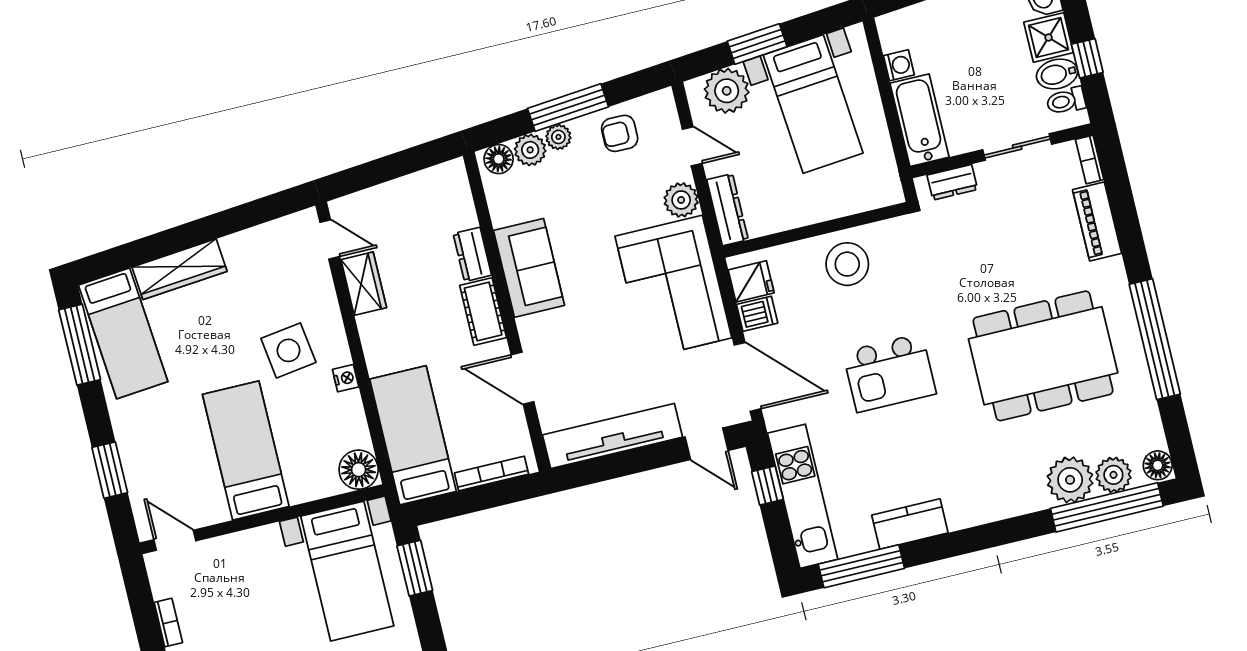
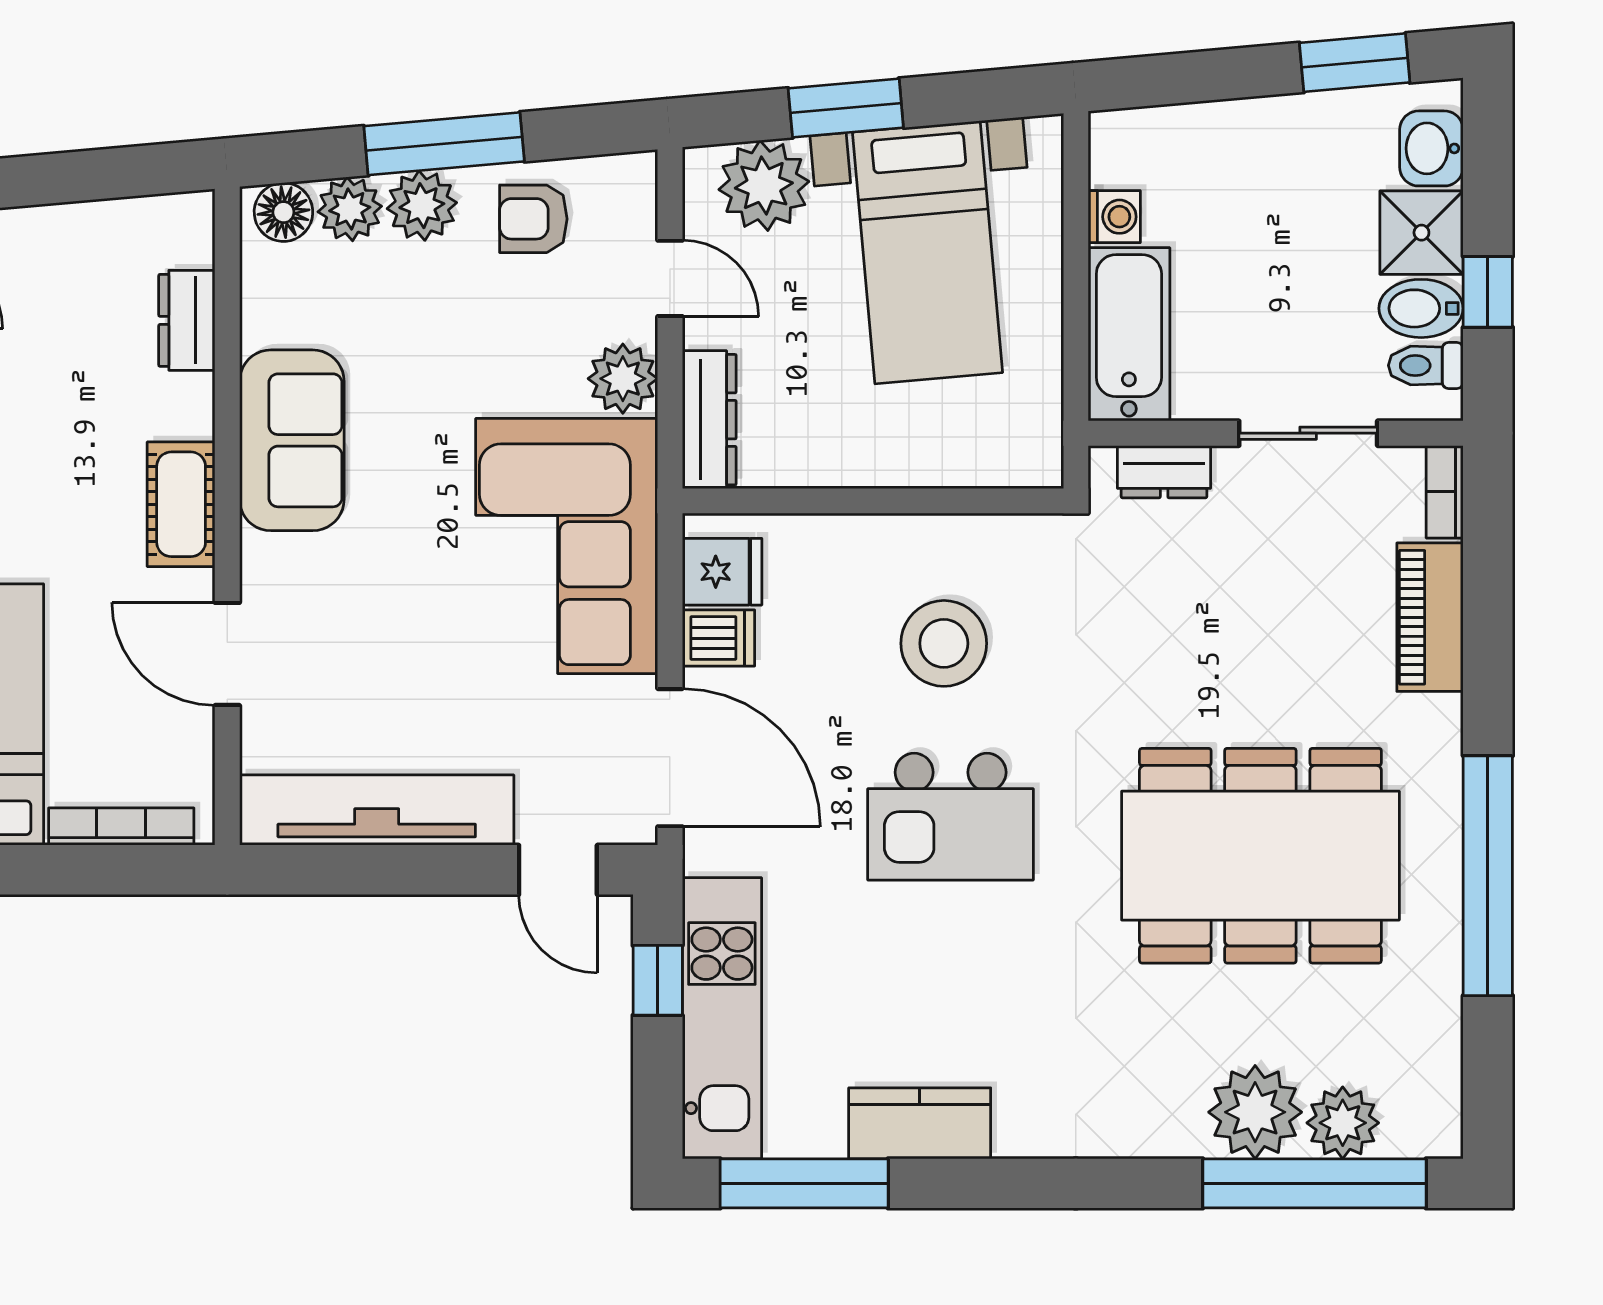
plant: (558, 137) -> (422, 206), width x1.38, depth x1.38
dresser: (472, 254) -> (187, 320), moved
stool: (847, 264) -> (944, 643), moved
floor lamp: (1158, 465) -> (1434, 1125), removed

